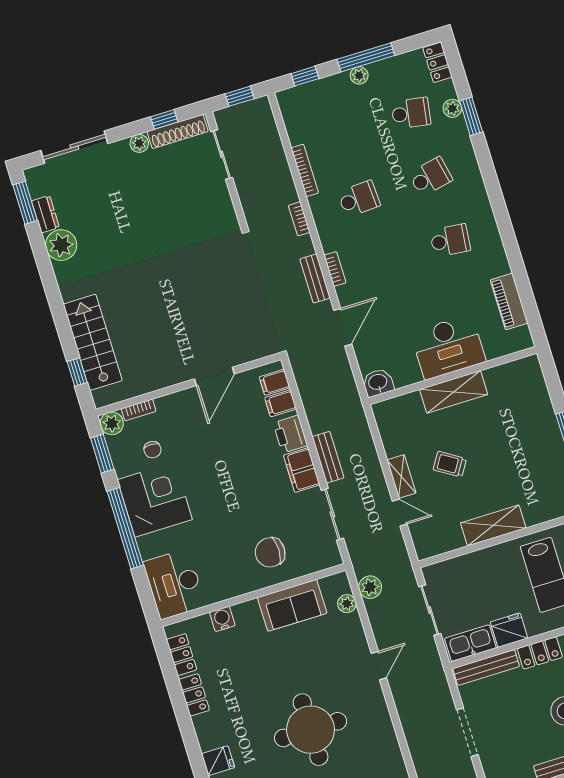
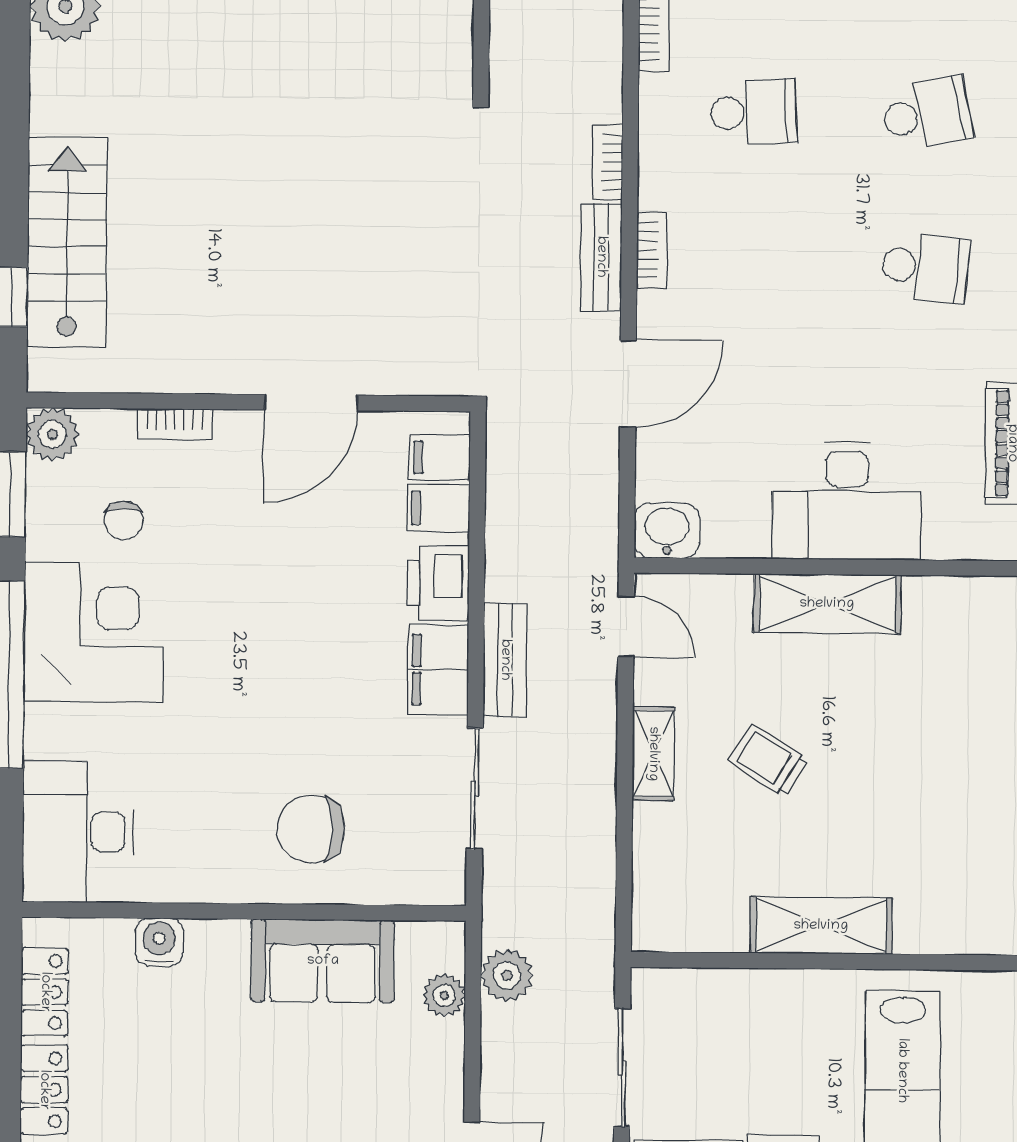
bookcase: (299, 219) -> (608, 162), moved
bookcase: (139, 410) -> (175, 424), moved
door: (400, 513) -> (626, 626), moved

